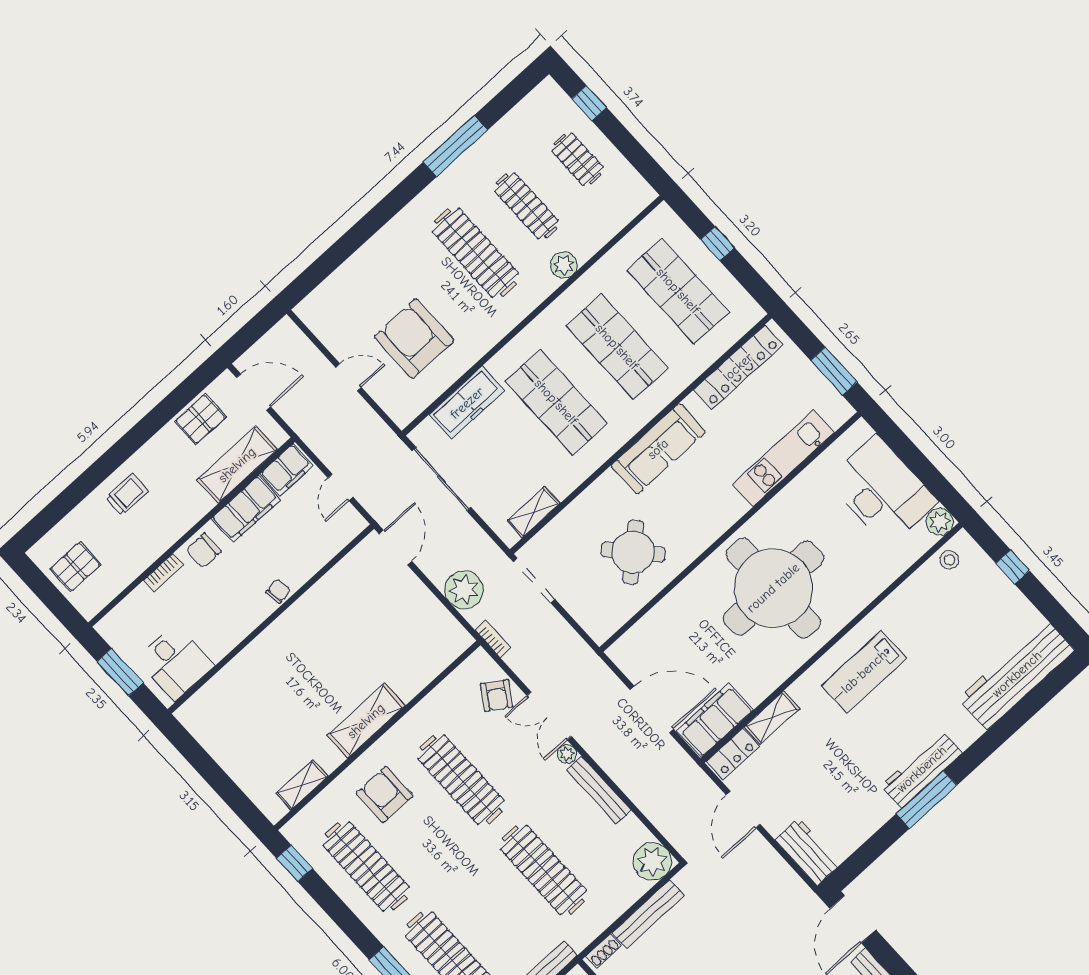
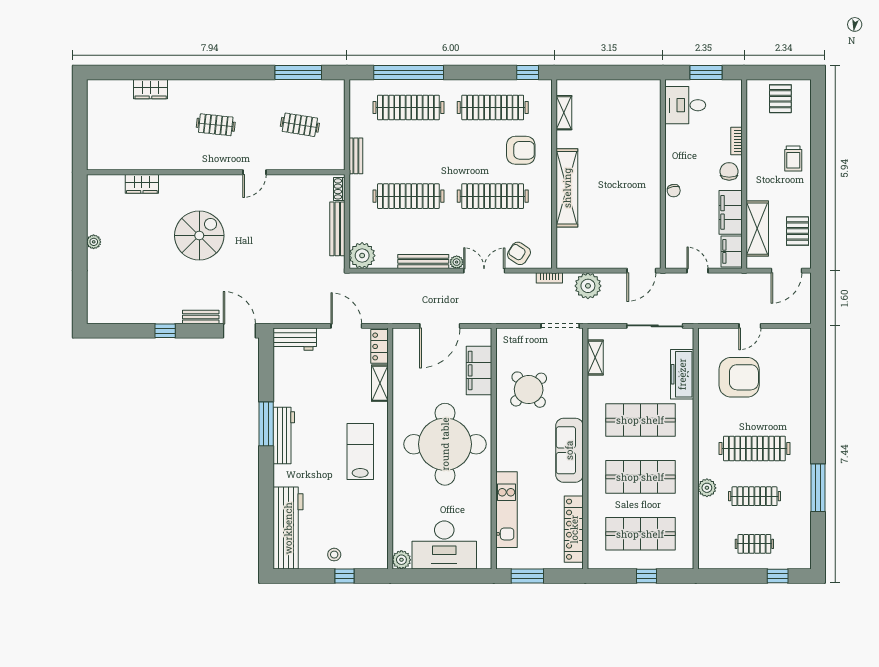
door: (395, 548) -> (641, 271), hinge flipped
stool: (949, 560) -> (334, 555), moved
filing cabinet: (715, 720) -> (479, 370), moved, turned 180
shelving: (366, 721) -> (567, 188), width x1.47

